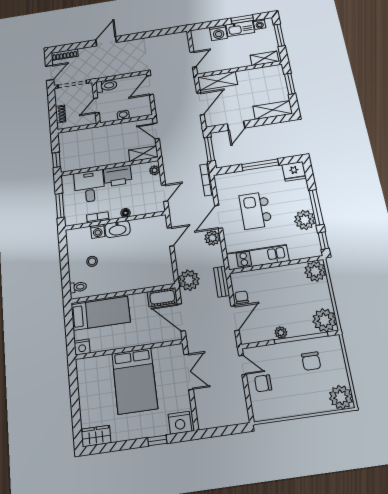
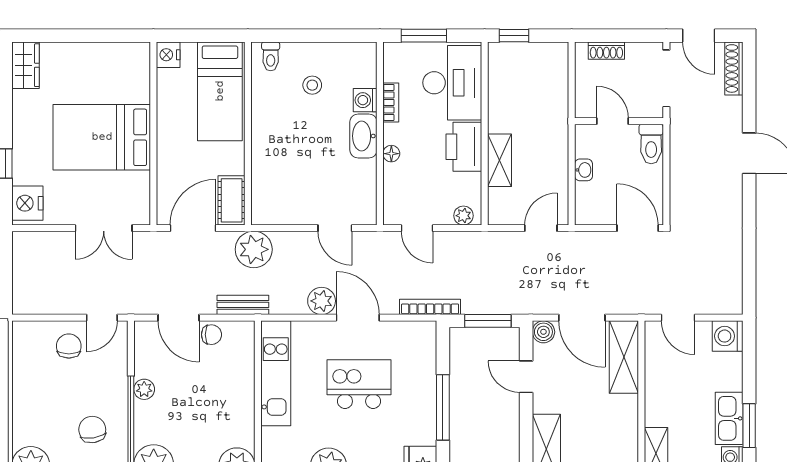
washing machine: (218, 33) -> (728, 336), moved
boiler: (211, 121) -> (543, 332), added
shelving: (143, 154) -> (499, 160), moved
desk: (89, 186) -> (452, 83), width x1.37
chair: (311, 361) -> (92, 430), turned 81

